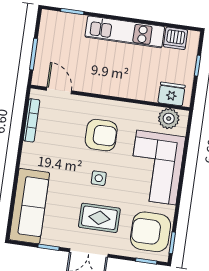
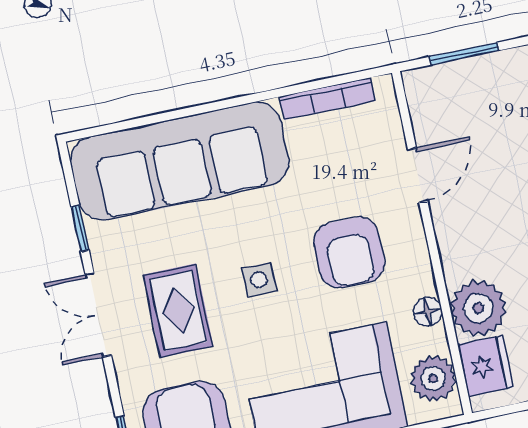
plant: (145, 88) -> (478, 308), added
door: (59, 91) -> (418, 175), moved
floor lamp: (139, 110) -> (428, 312), added
sofa: (29, 206) -> (180, 161), width x1.36, depth x1.27

